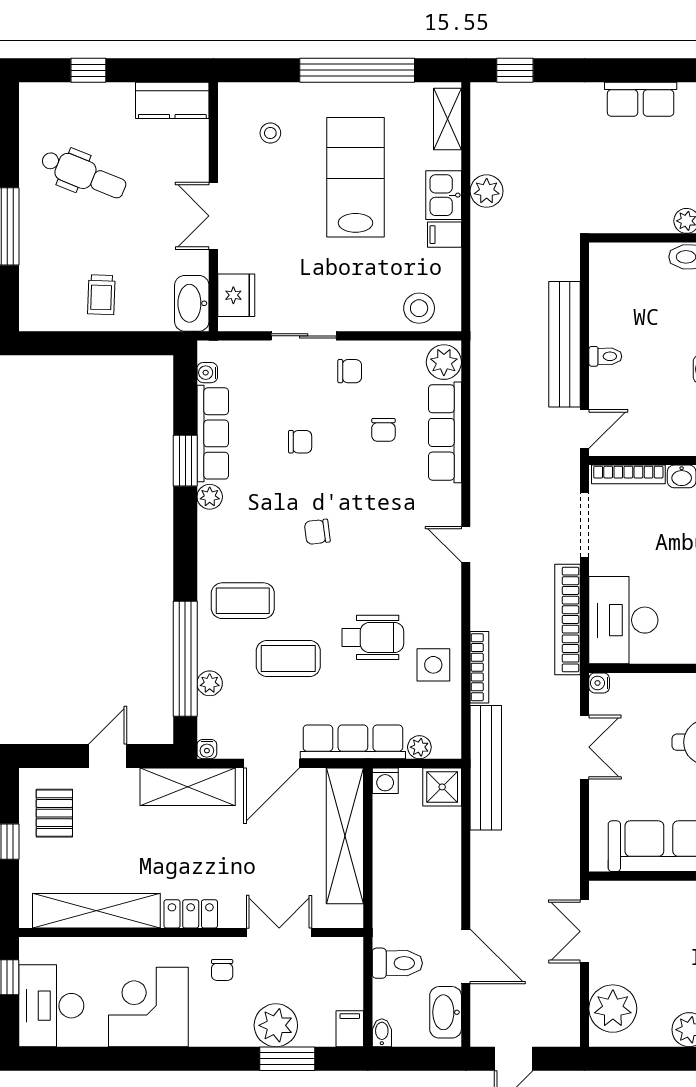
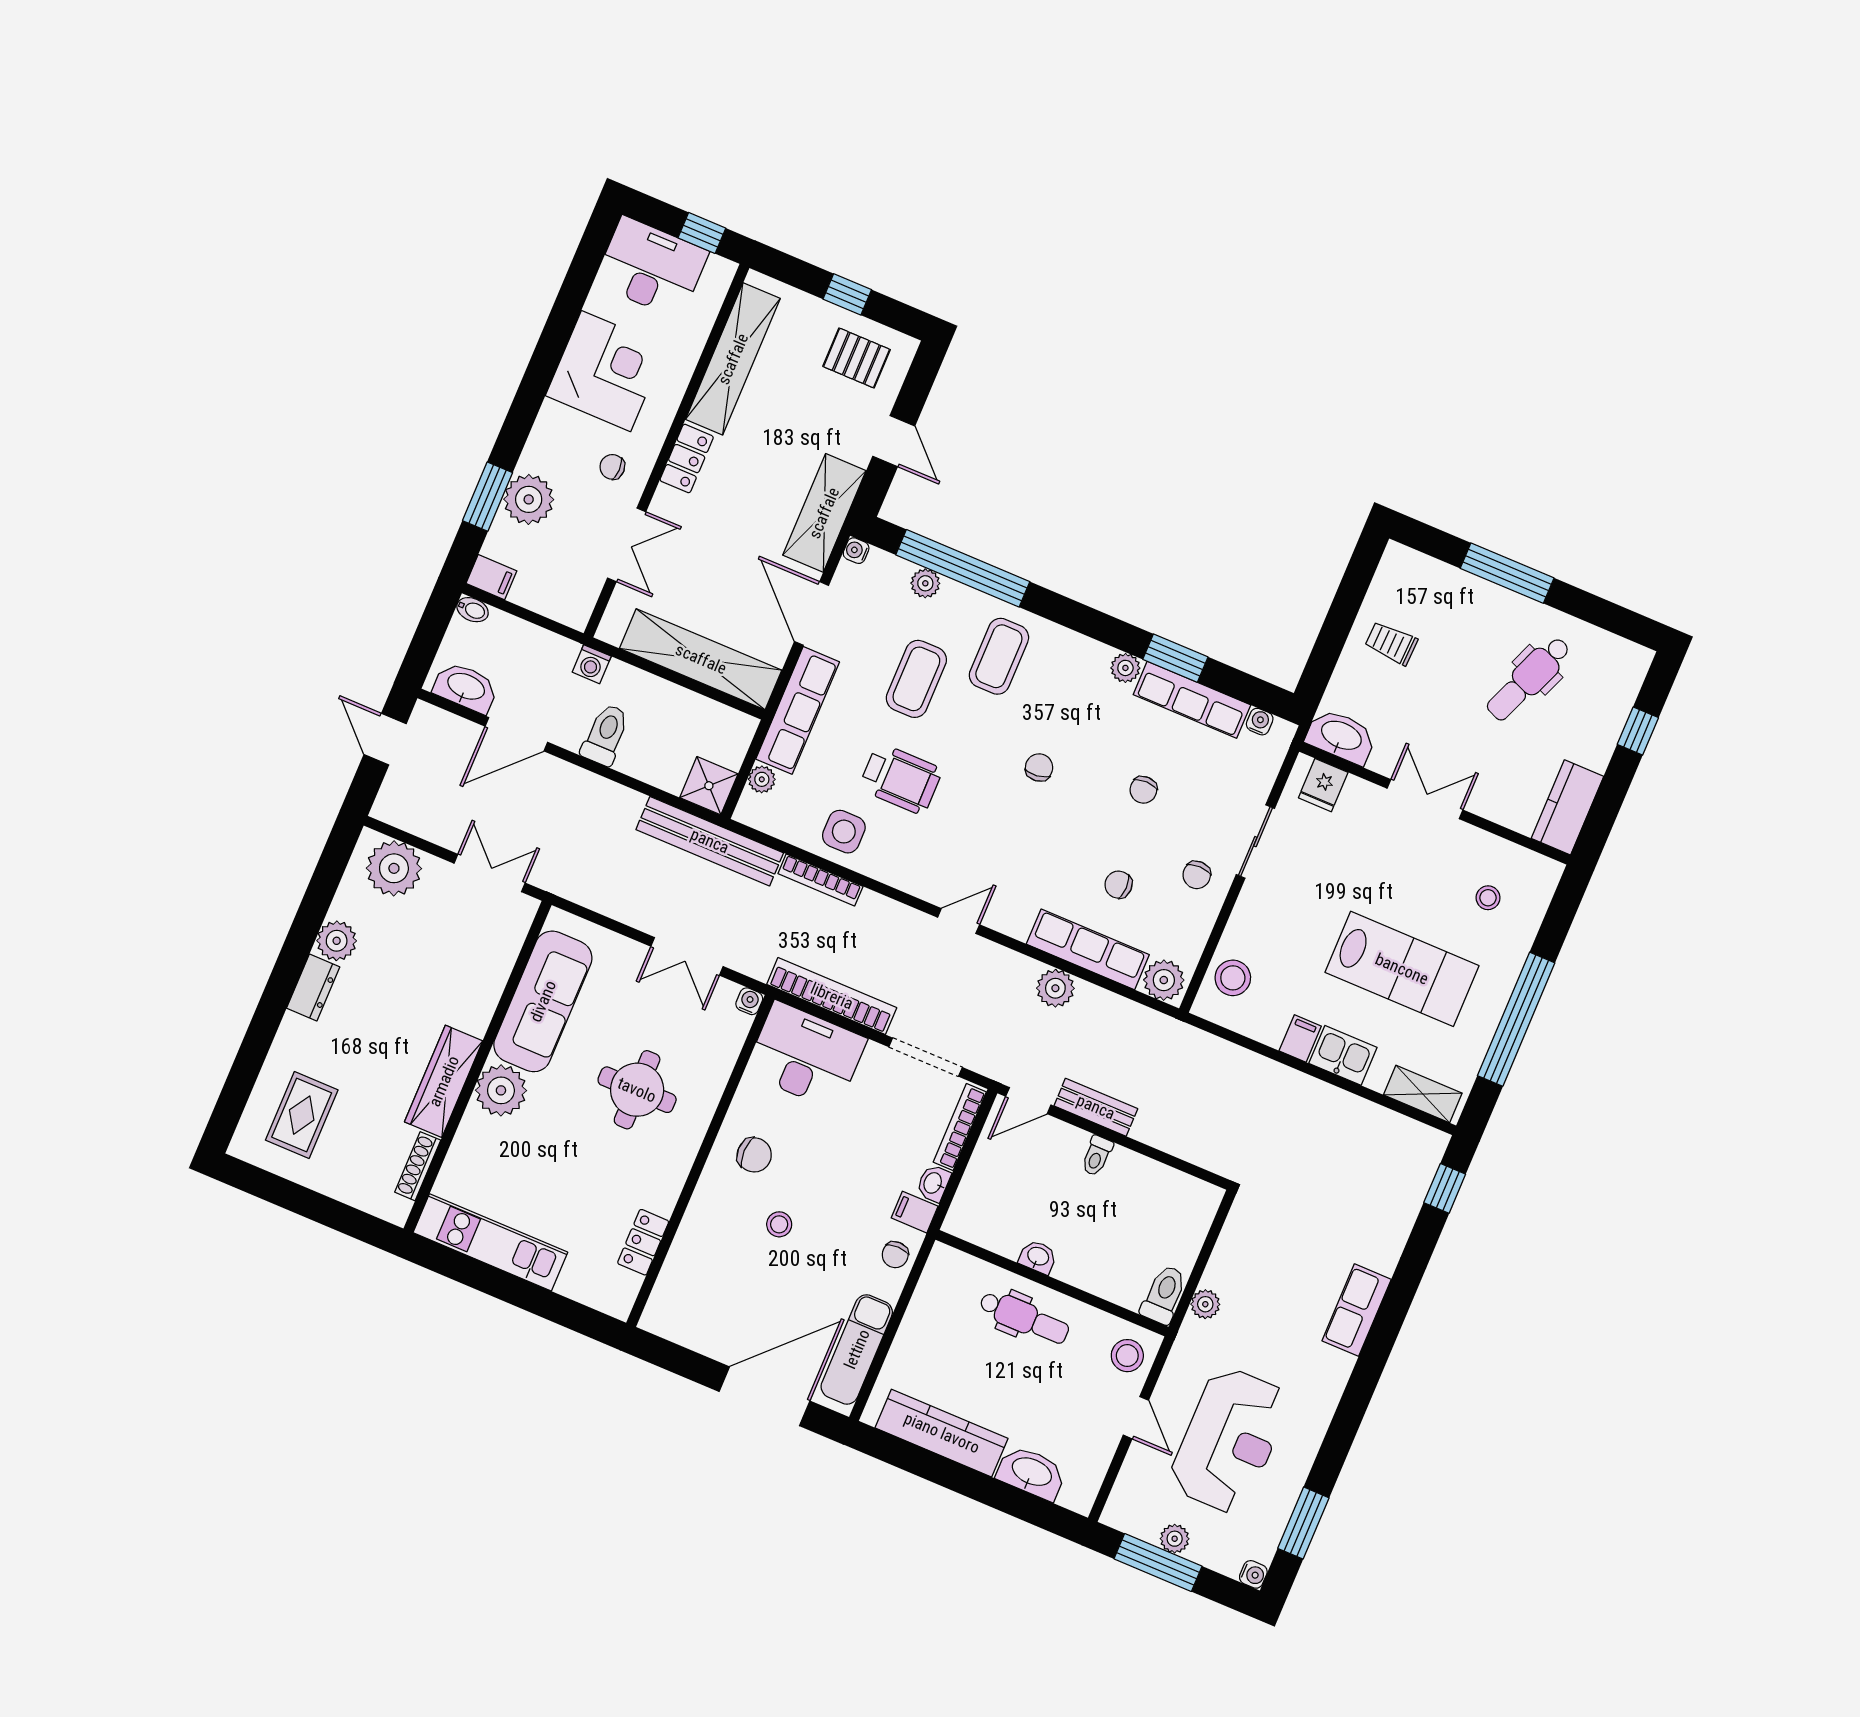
plant: (487, 191) -> (1055, 988), moved
fridge: (236, 295) -> (1323, 785), width x0.72
bench: (564, 344) -> (1096, 1107), width x0.54, depth x0.82
door: (585, 429) -> (1028, 1101), hinge flipped
wheelchair: (373, 637) -> (901, 779), turned -90
washing machine: (385, 781) -> (592, 664), moved, turned -90
toilet: (397, 963) -> (606, 735), moved, turned 180

